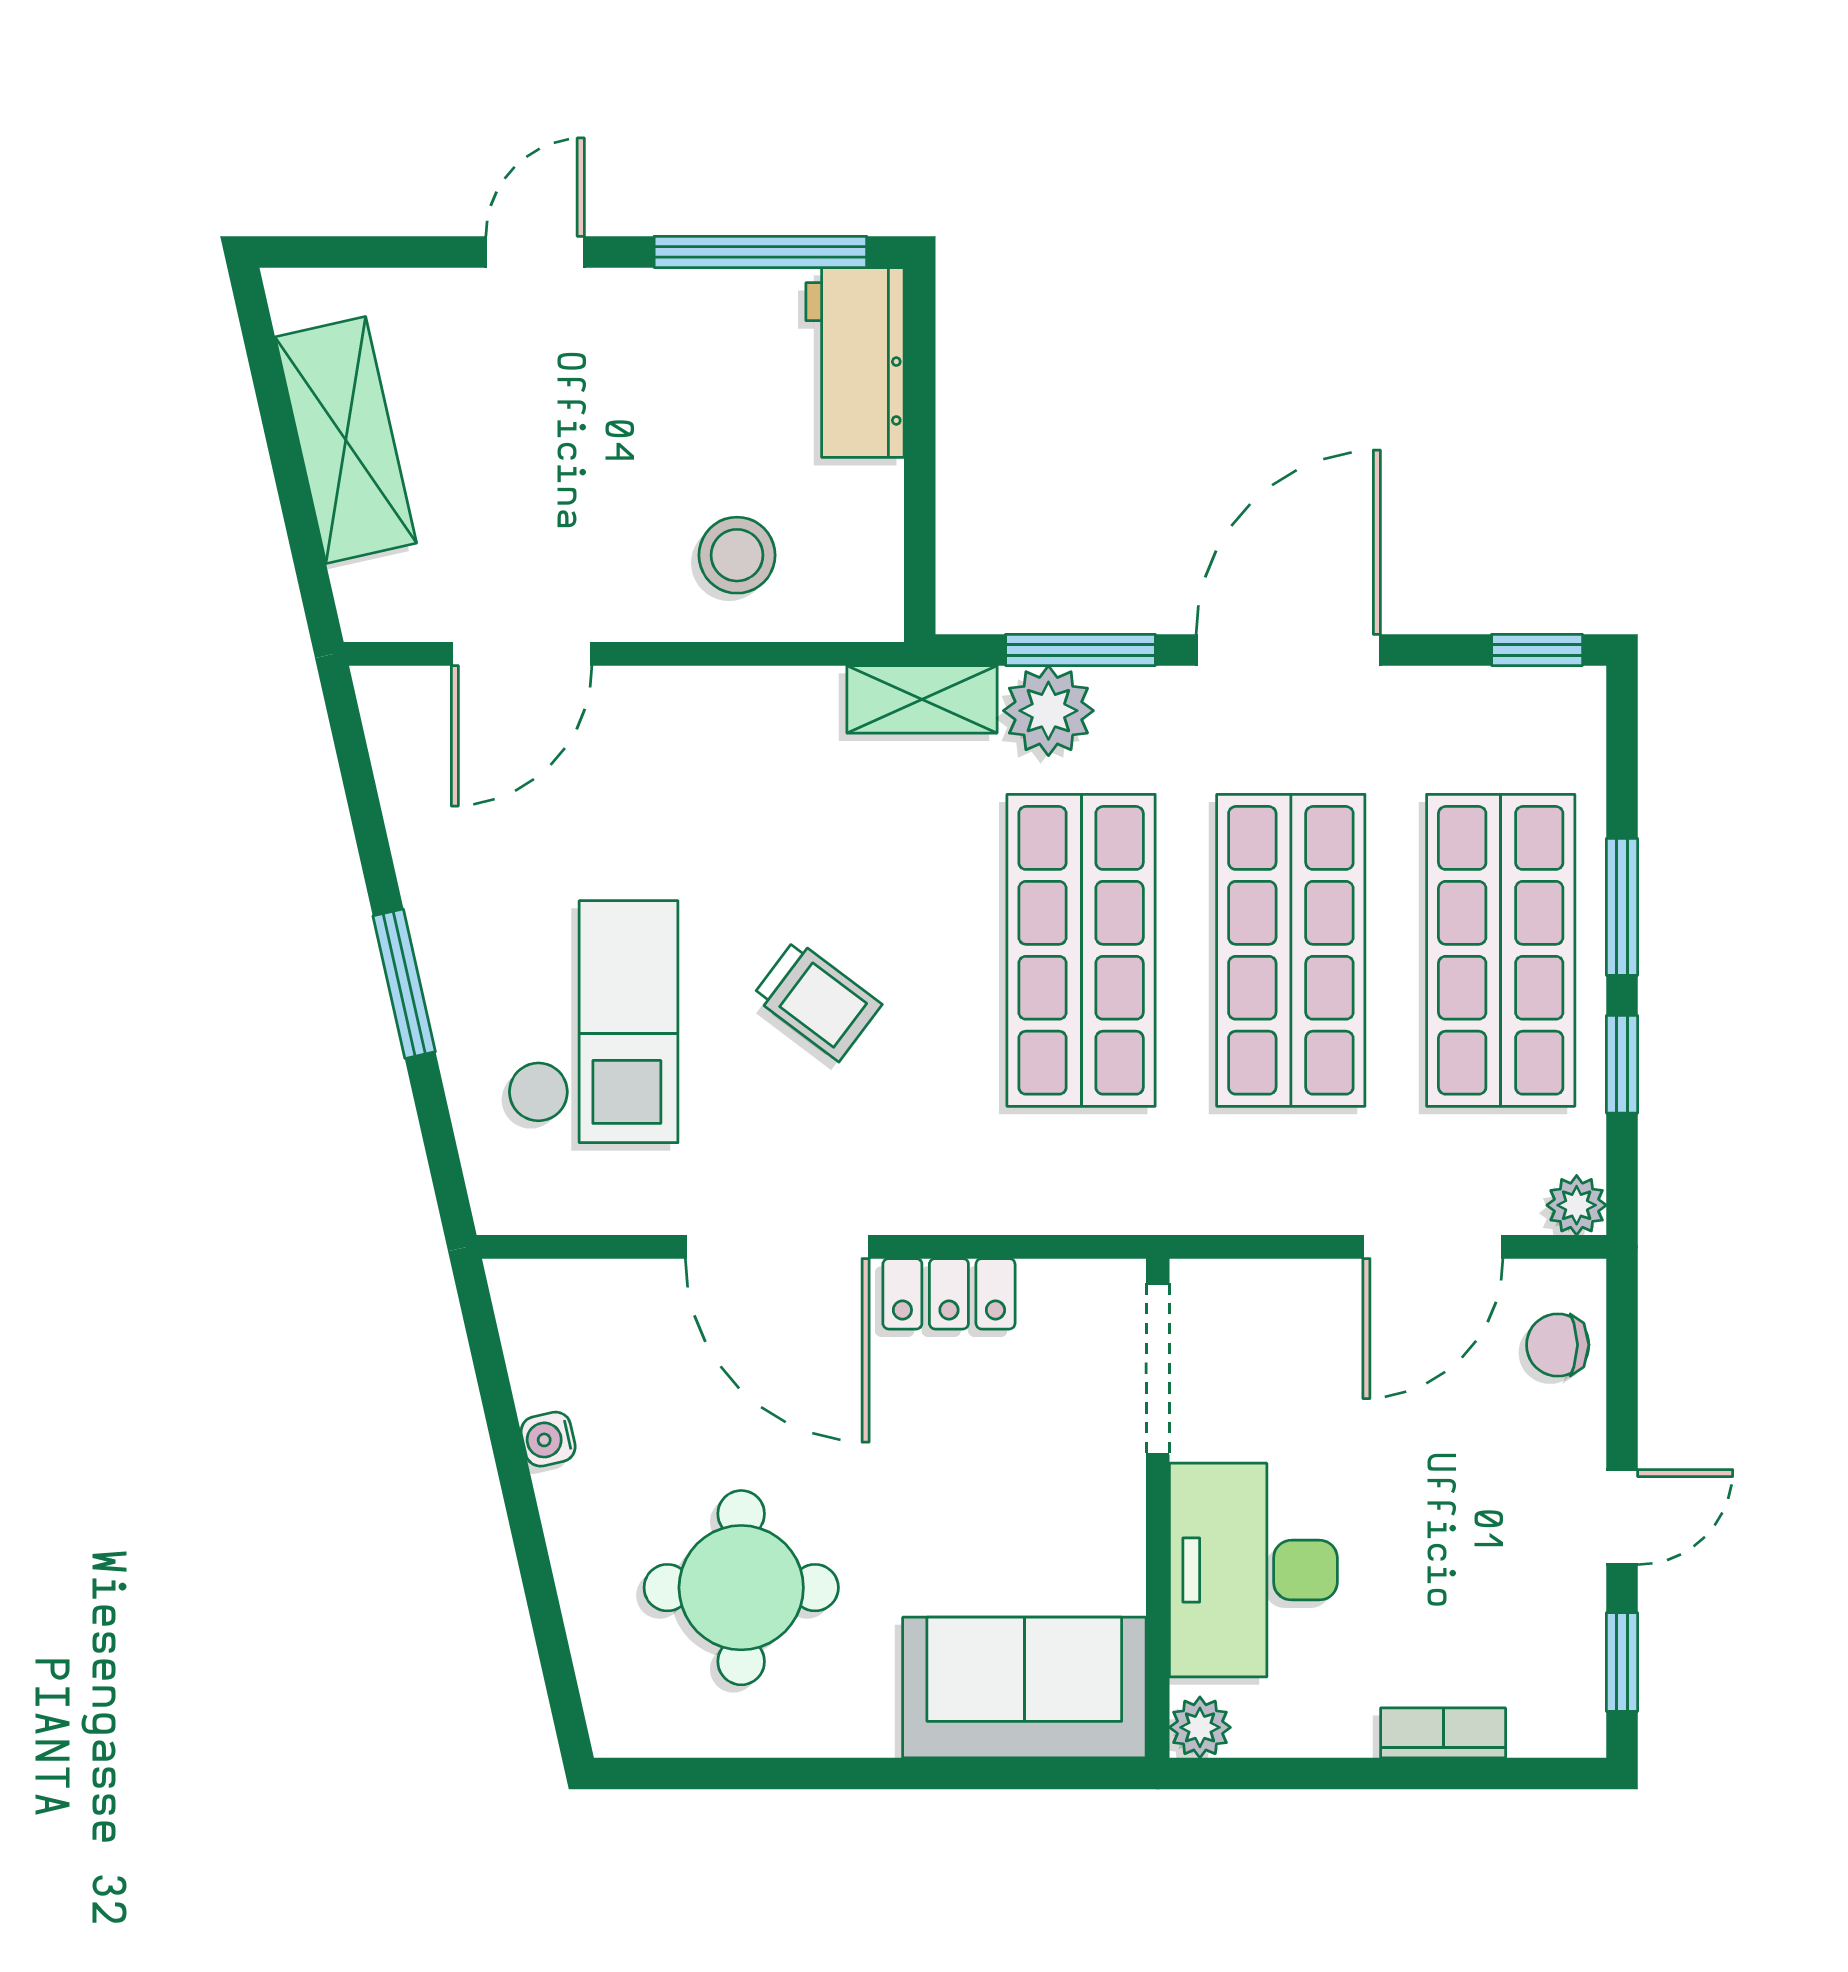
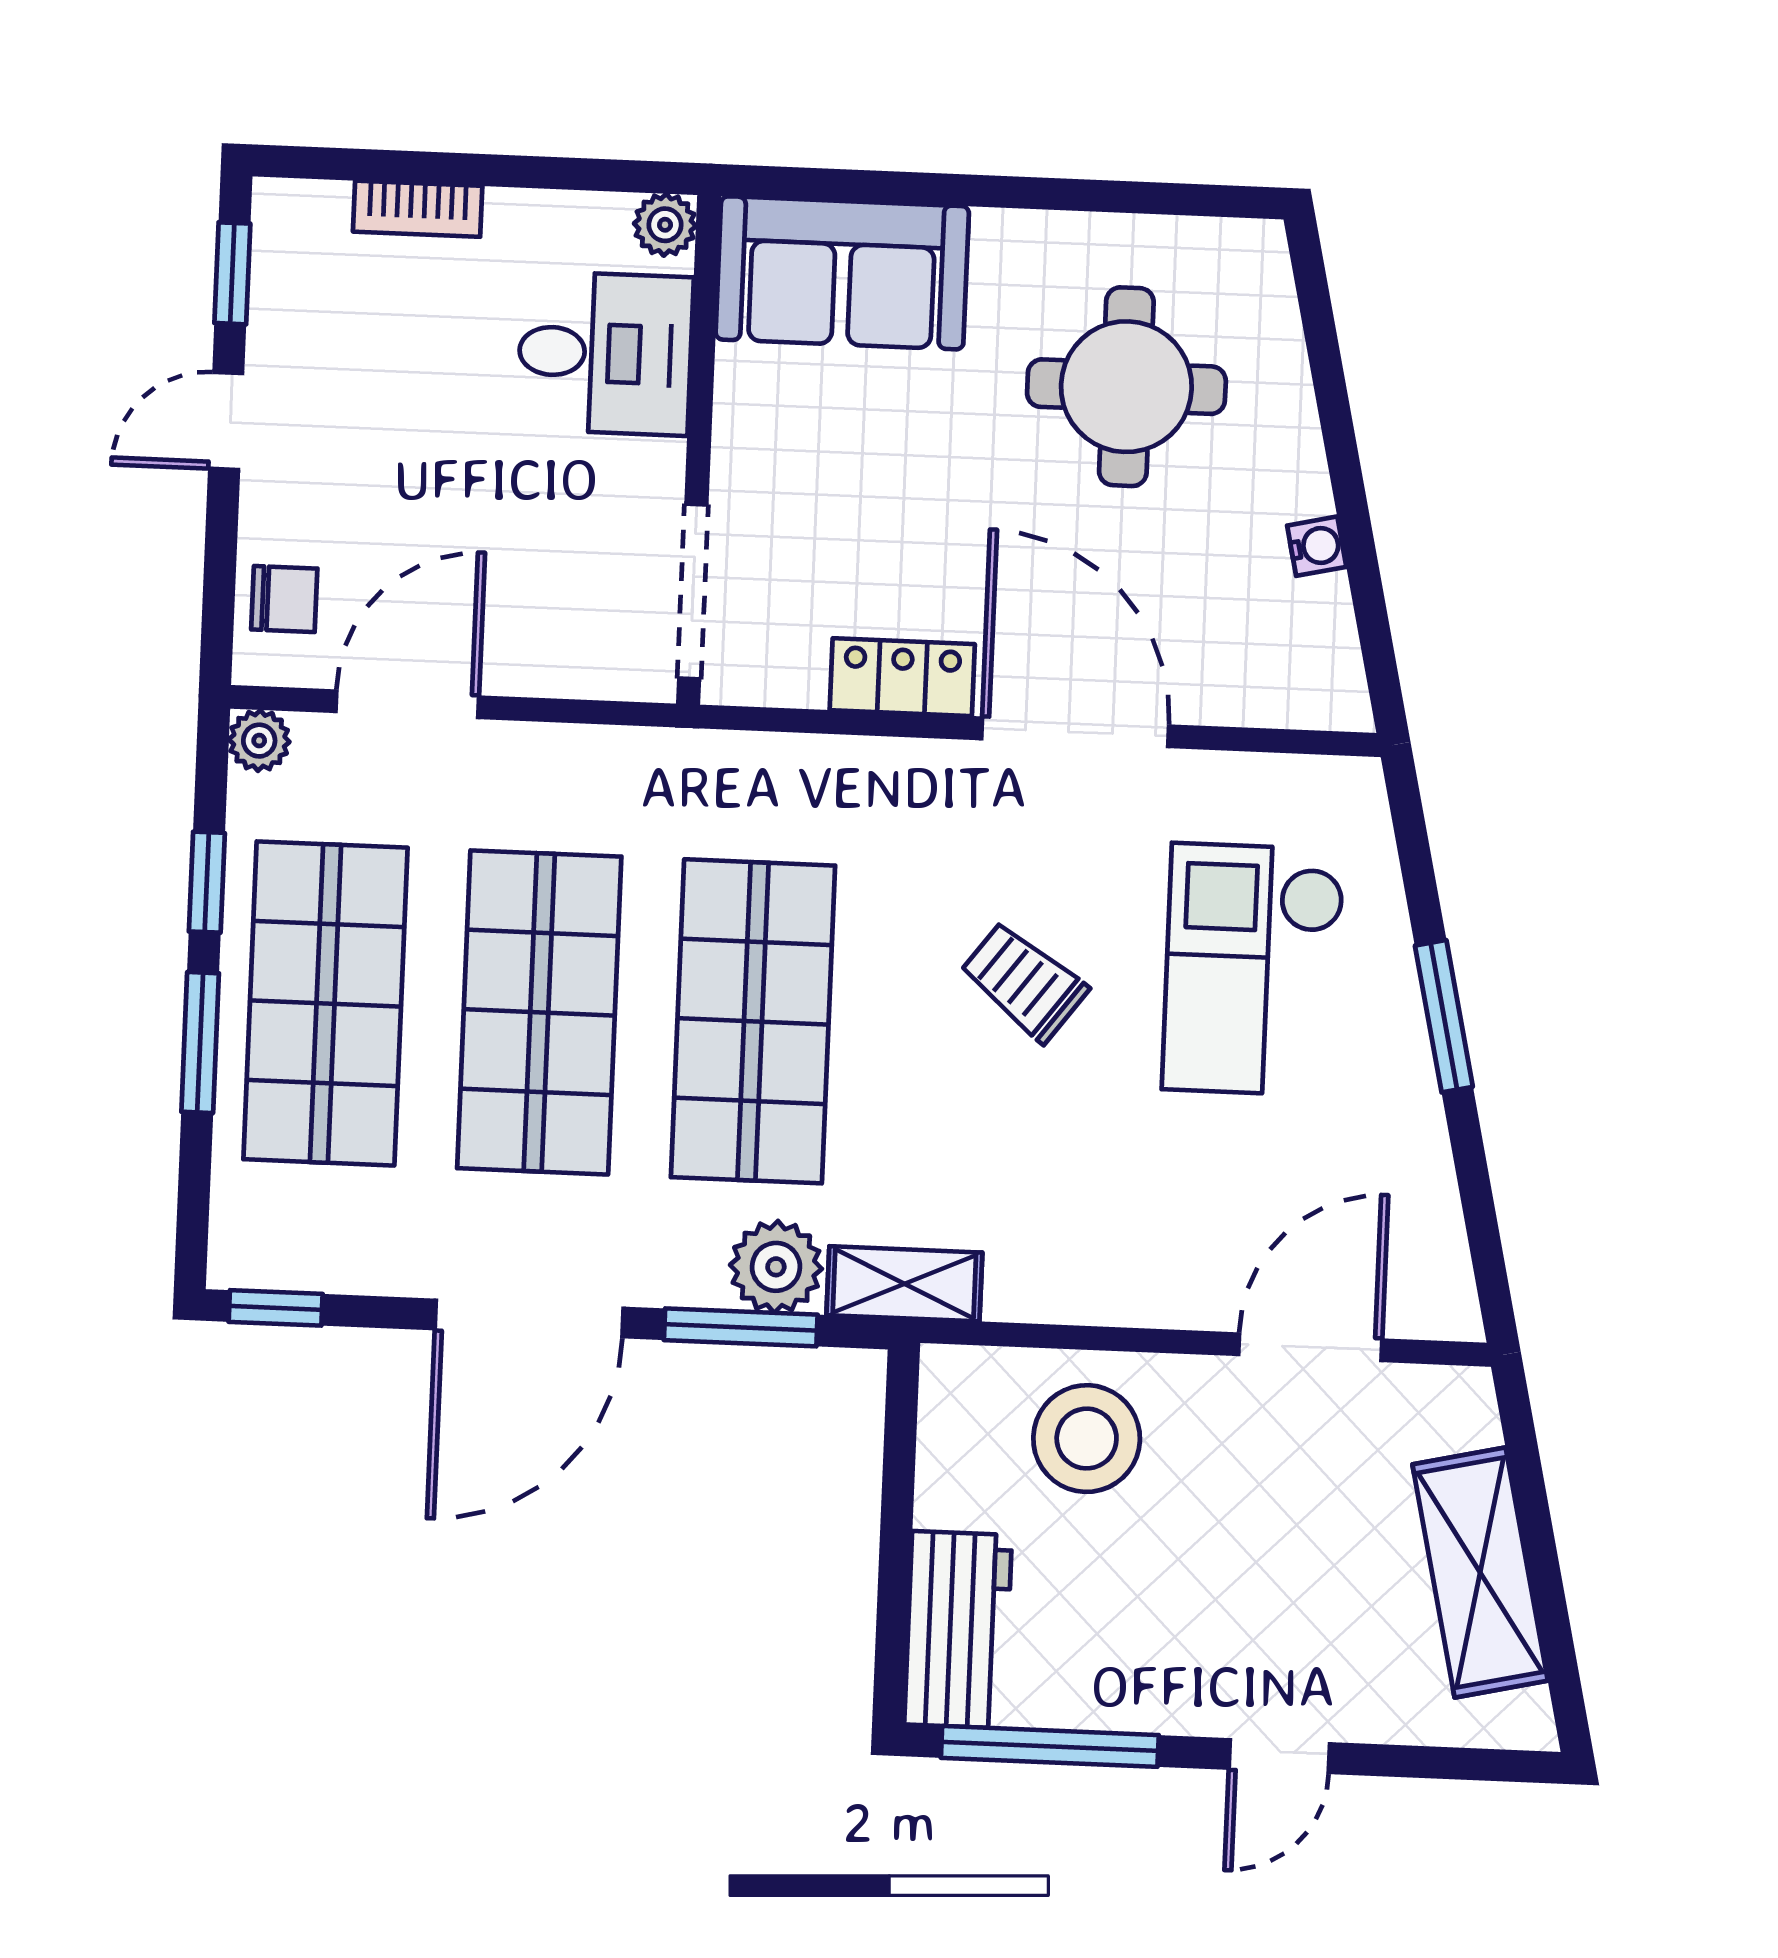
stool: (737, 555) -> (1087, 1439), width x1.38, depth x1.38
desk: (1253, 1570) -> (605, 353), width x0.73

